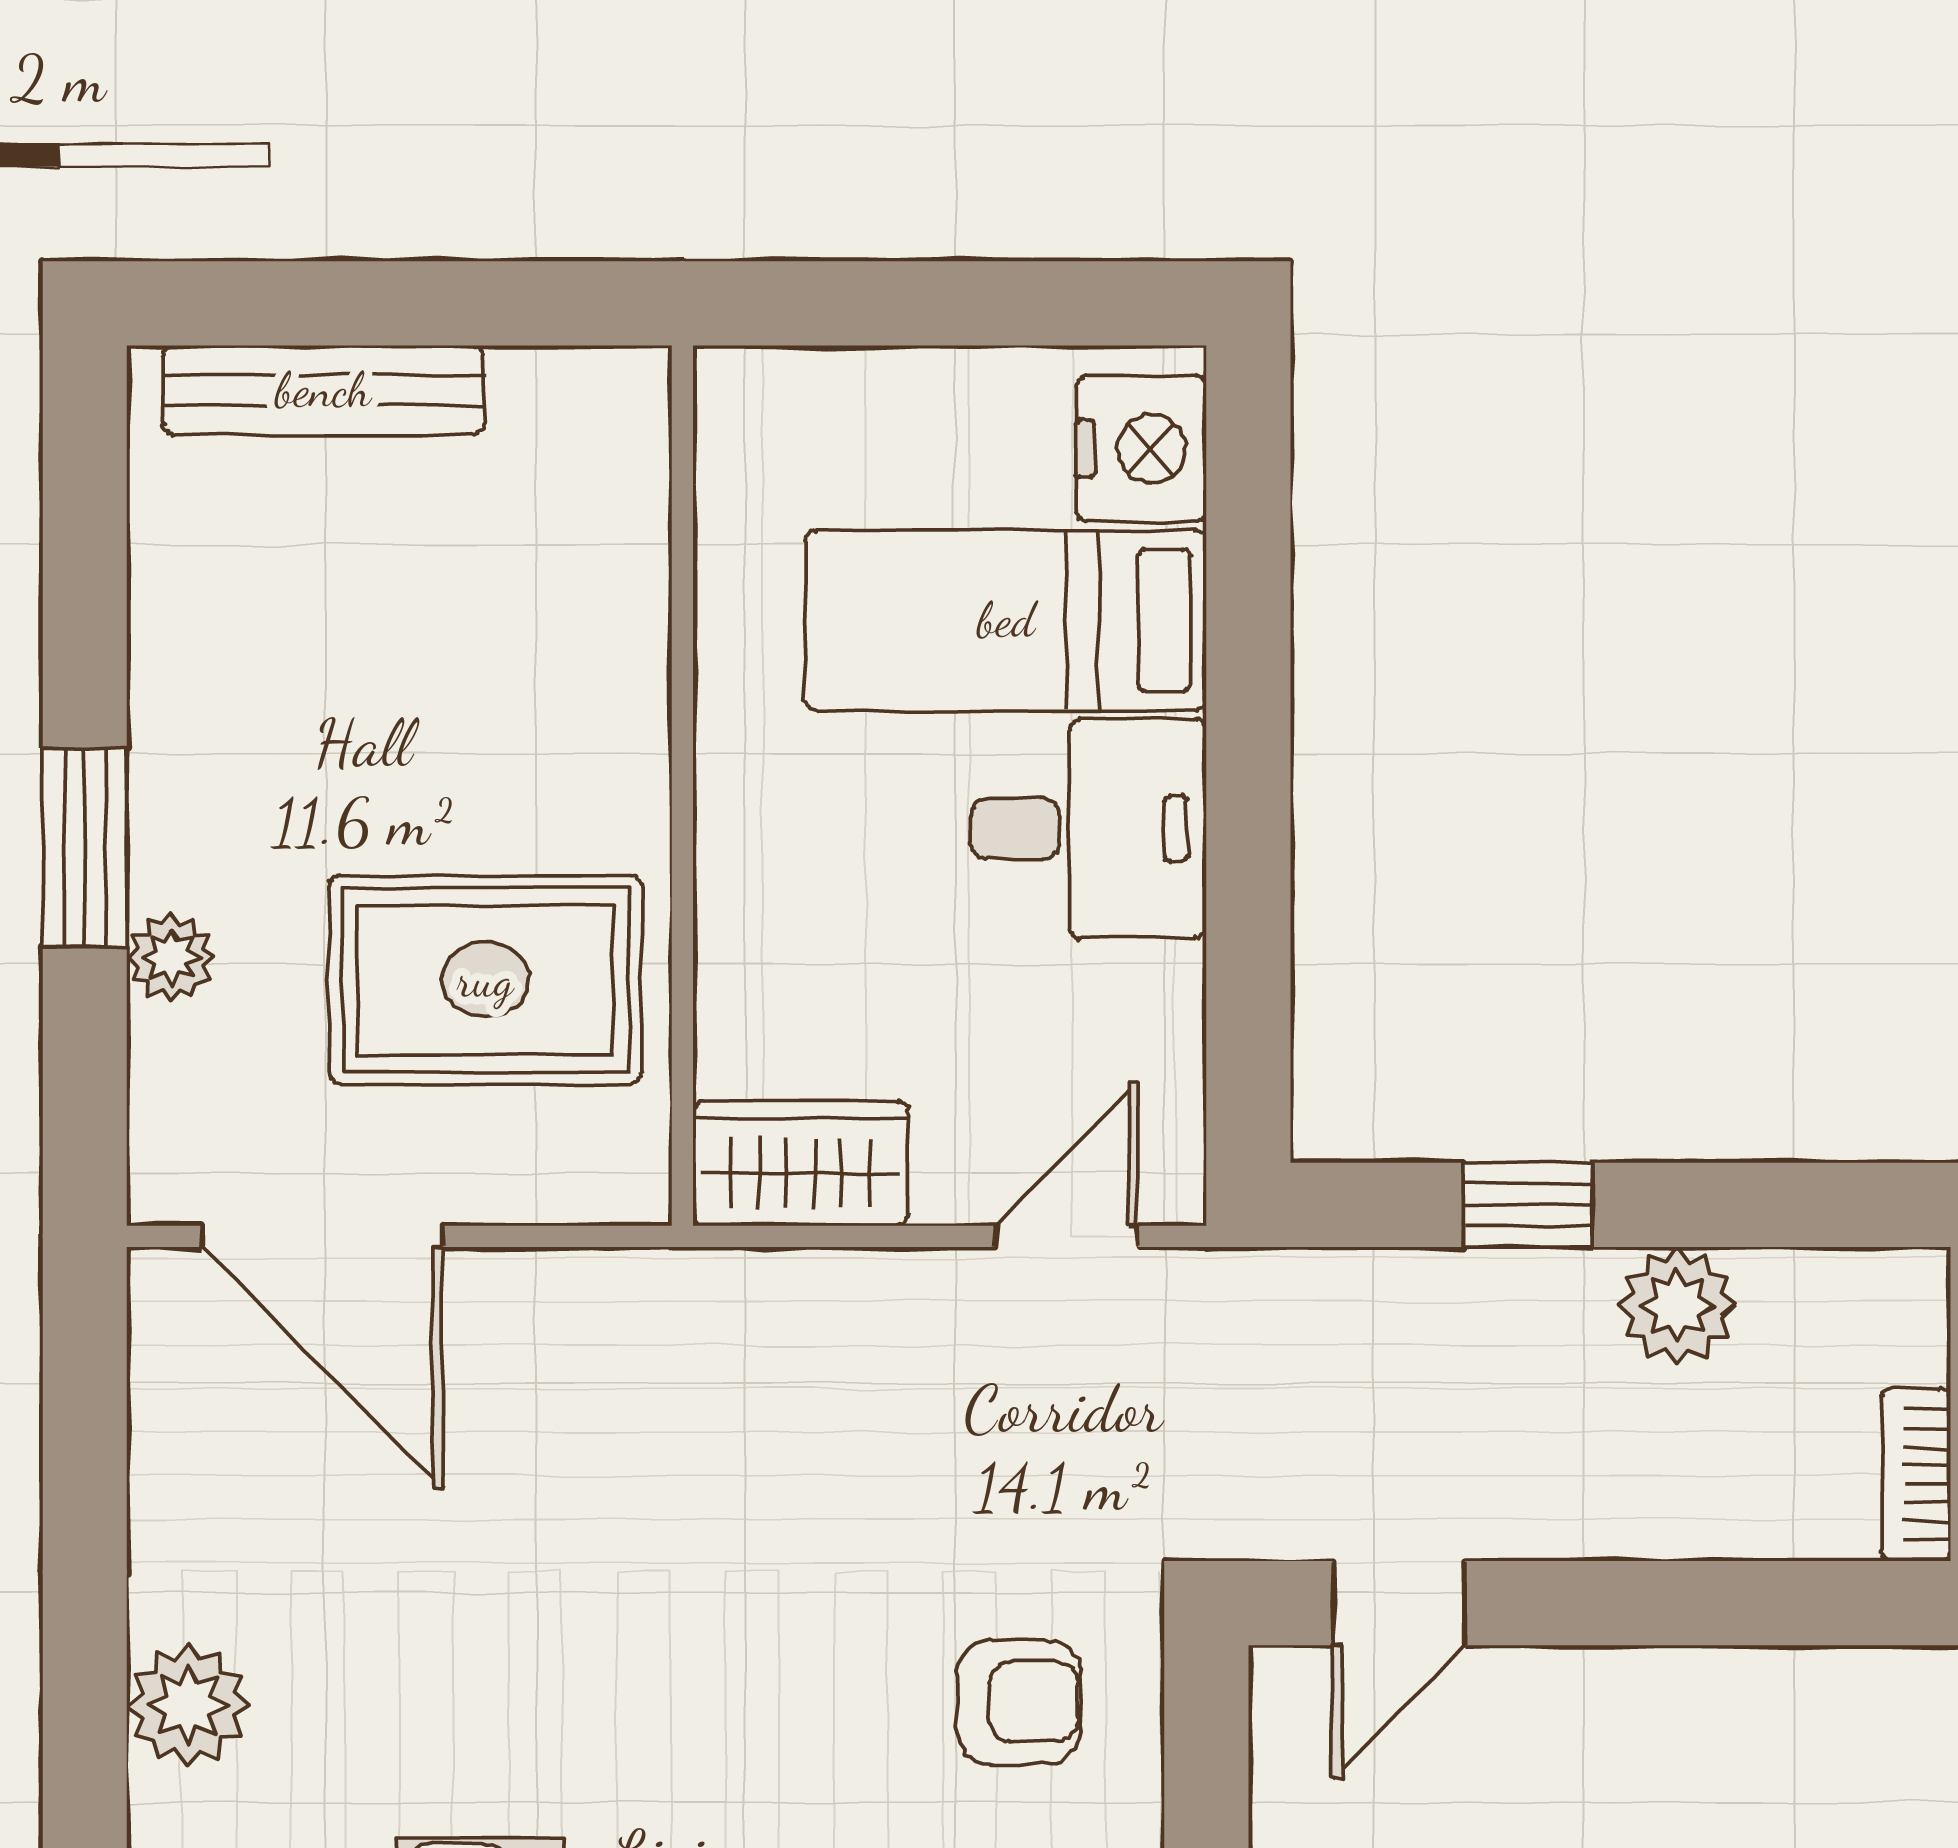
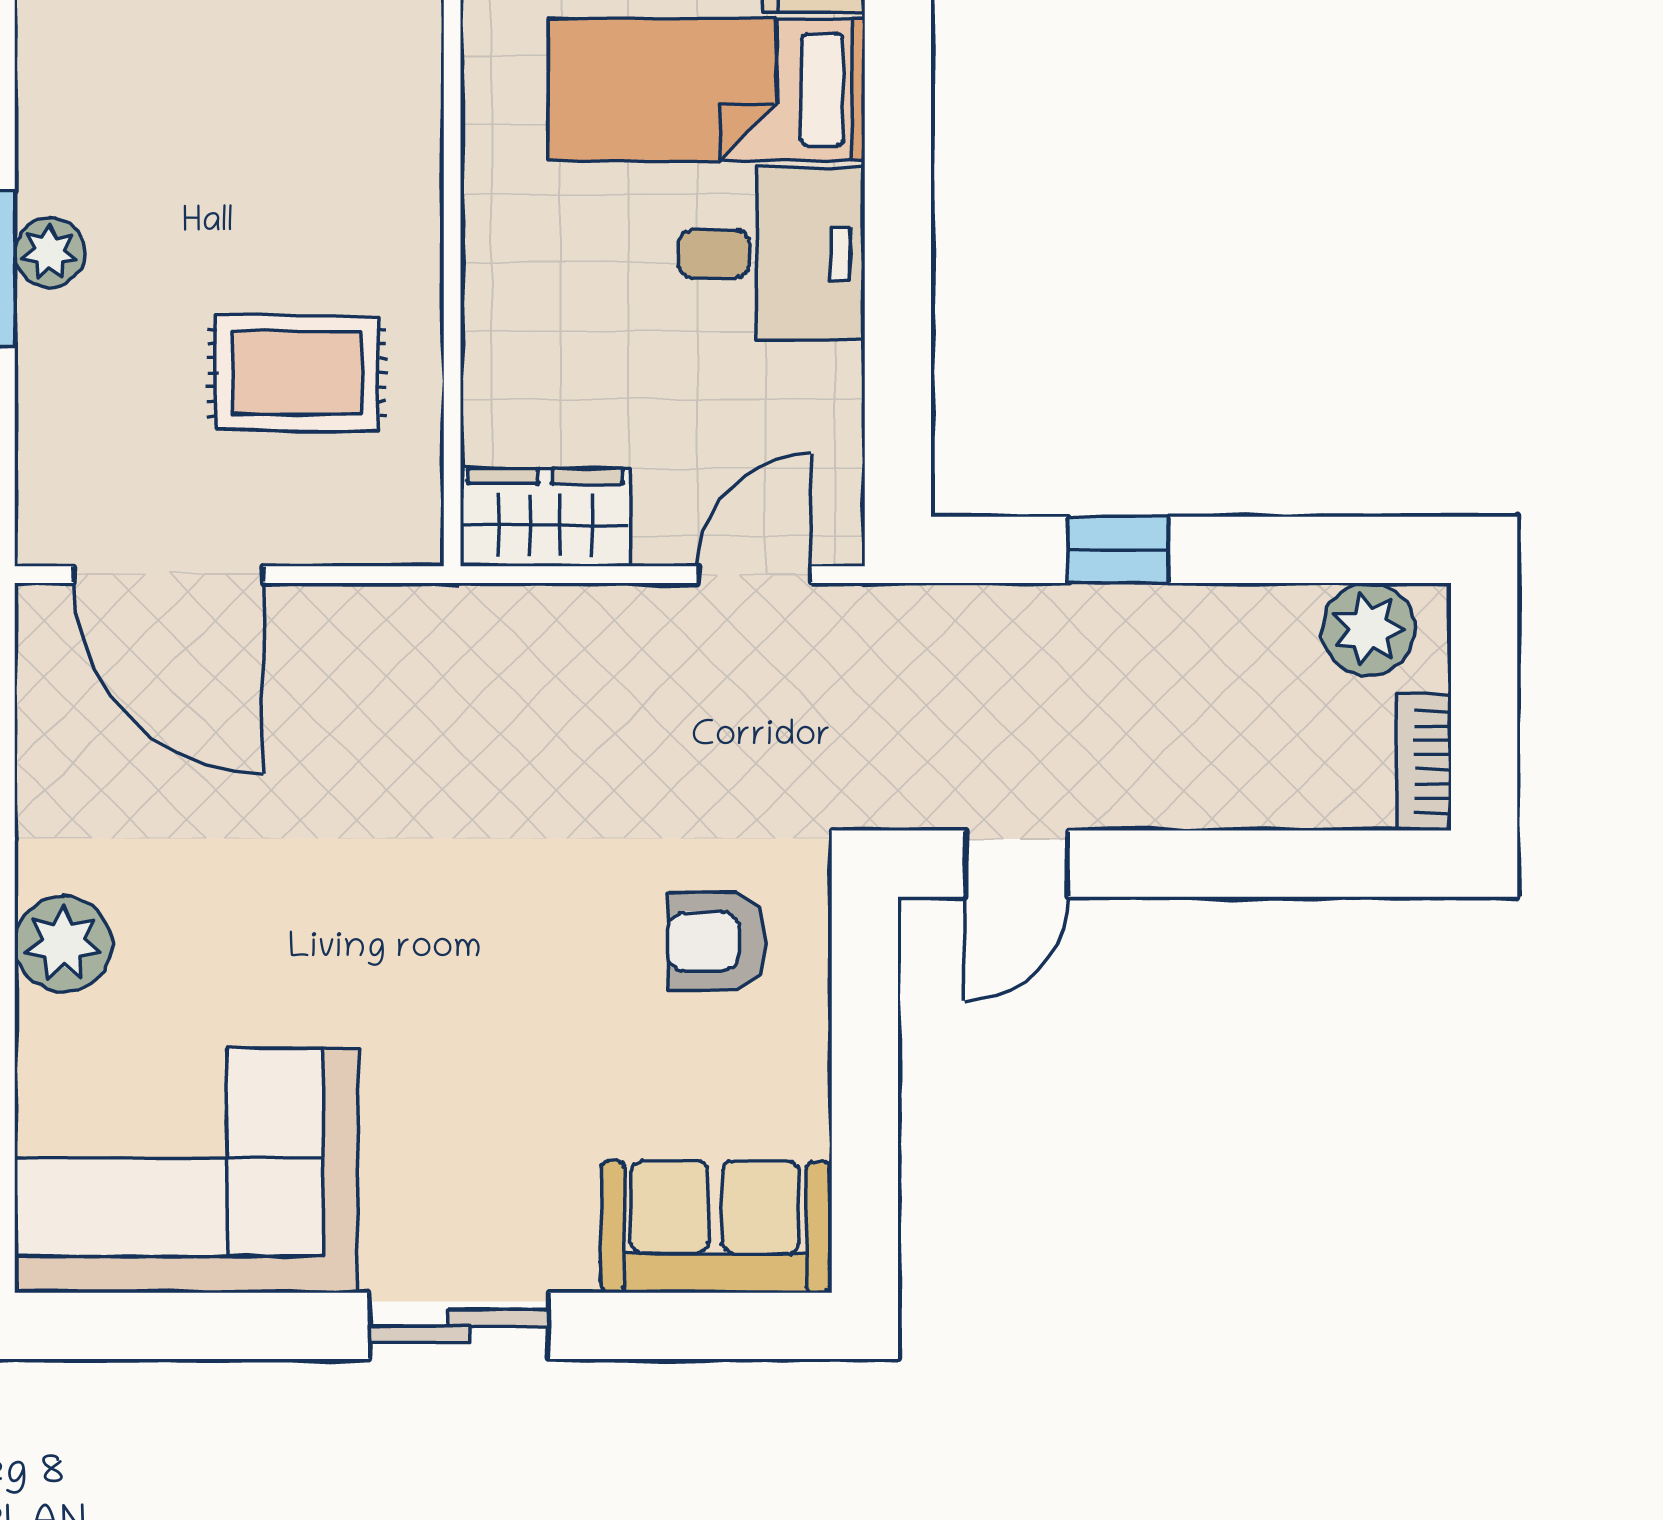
plant: (171, 957) -> (50, 253), moved
rug: (485, 980) -> (297, 373), width x0.73, depth x0.70
plant: (1677, 1306) -> (1368, 629), moved
armchair: (1019, 1702) -> (717, 941), turned 180

